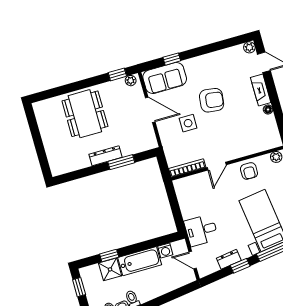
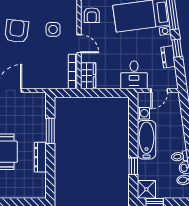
side table: (188, 123) -> (53, 29), moved
dresser: (106, 156) -> (40, 157), moved
armchair: (249, 171) -> (92, 15), turned 90
wardrobe: (187, 184) -> (88, 76), added
shower: (110, 269) -> (146, 189), moved

